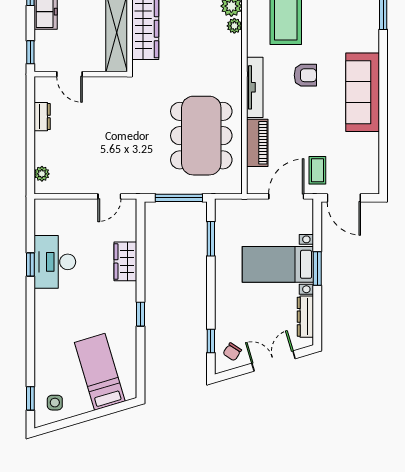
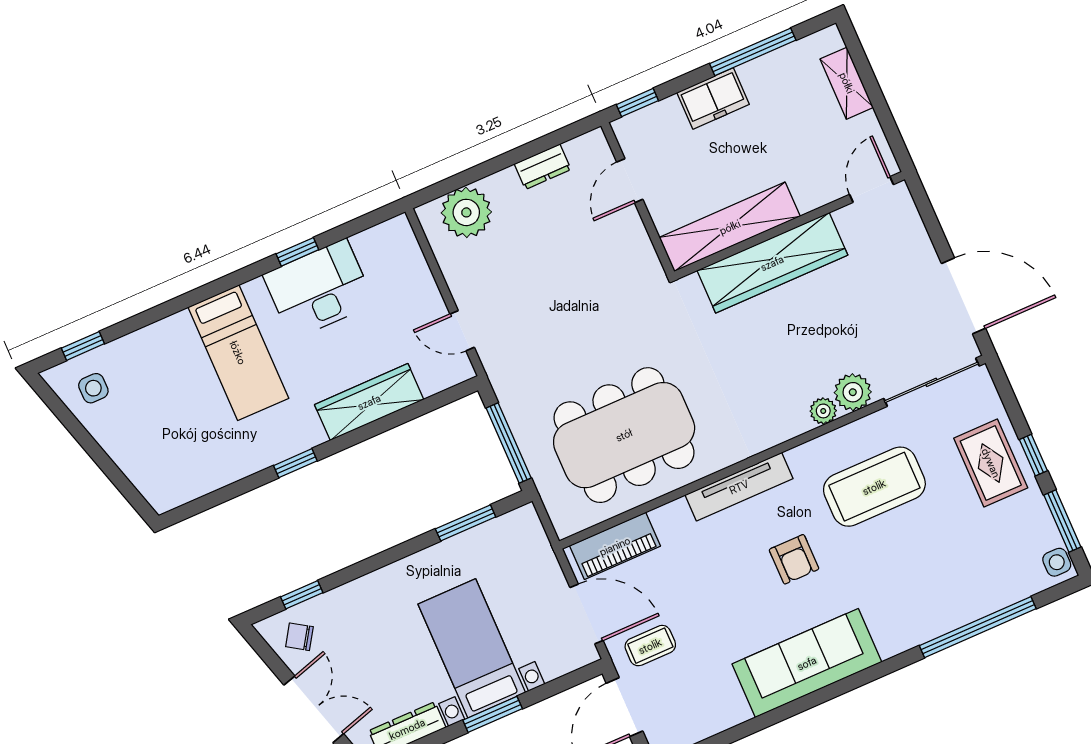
piano: (257, 143) -> (615, 546), moved
plant: (42, 174) -> (466, 212), width x1.87, depth x1.87
wardrobe: (125, 261) -> (369, 402), width x1.50
bed: (100, 372) -> (238, 353), moved, turned 107

